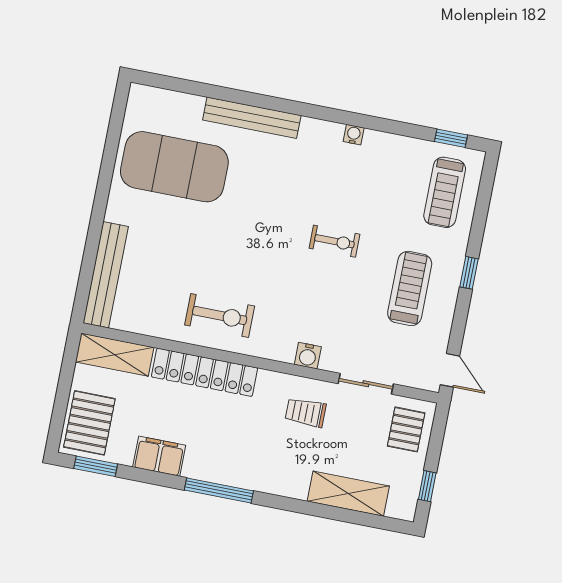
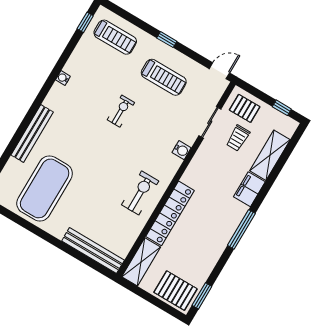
treadmill: (410, 289) -> (164, 77), turned 180
trolley: (306, 413) -> (238, 138), moved
filing cabinet: (159, 456) -> (249, 189), moved

